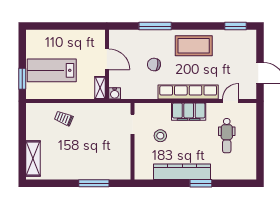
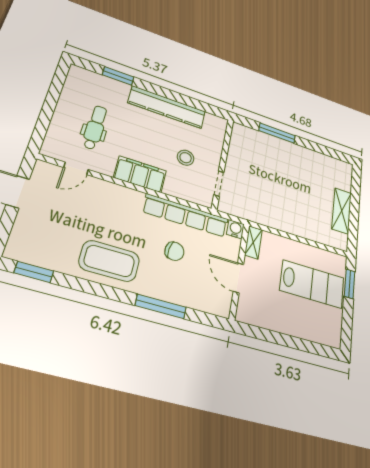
row of seats: (188, 92) -> (186, 215), moved
trolley: (64, 118) -> (304, 219), removed
shelving: (33, 158) -> (342, 211), moved
window: (201, 183) -> (118, 76), moved

